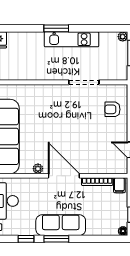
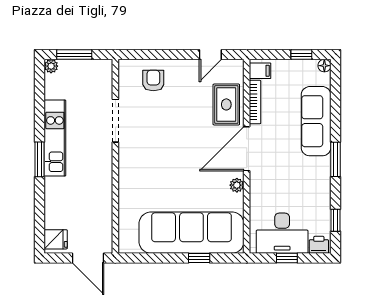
armchair: (112, 109) -> (153, 81), turned 180
rug: (95, 161) -> (226, 104), added
sofa: (61, 225) -> (316, 121), moved
window: (26, 239) -> (335, 220), moved

